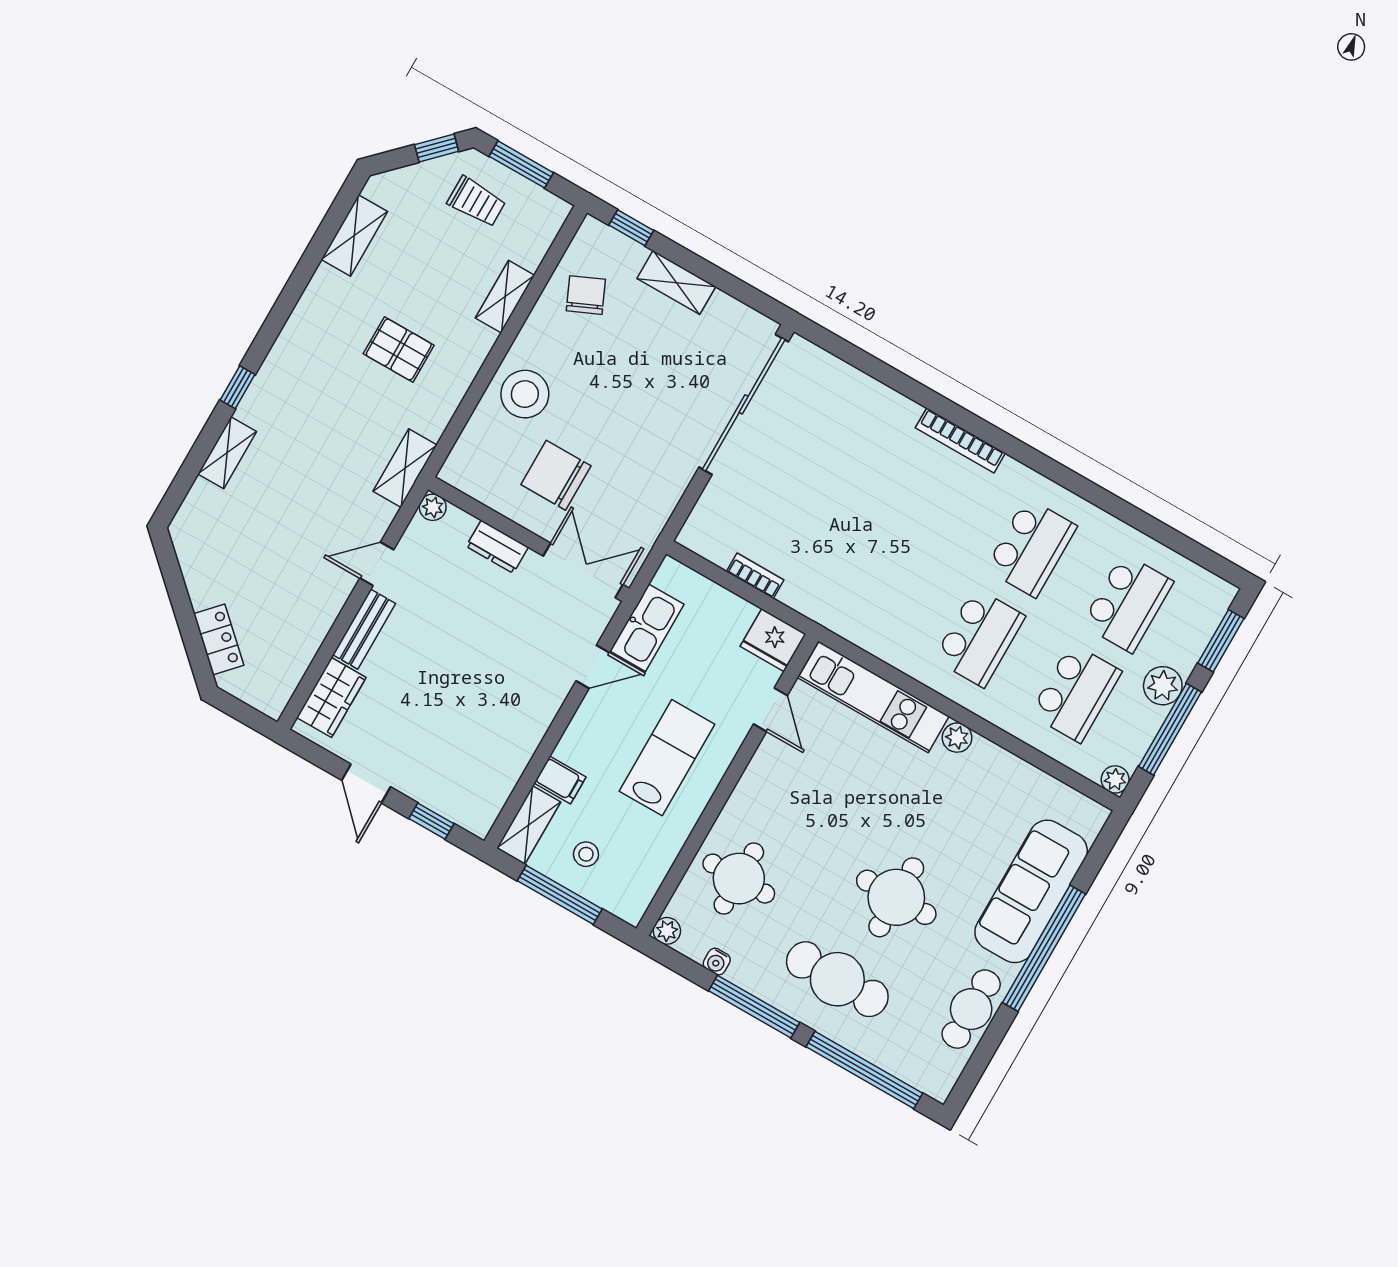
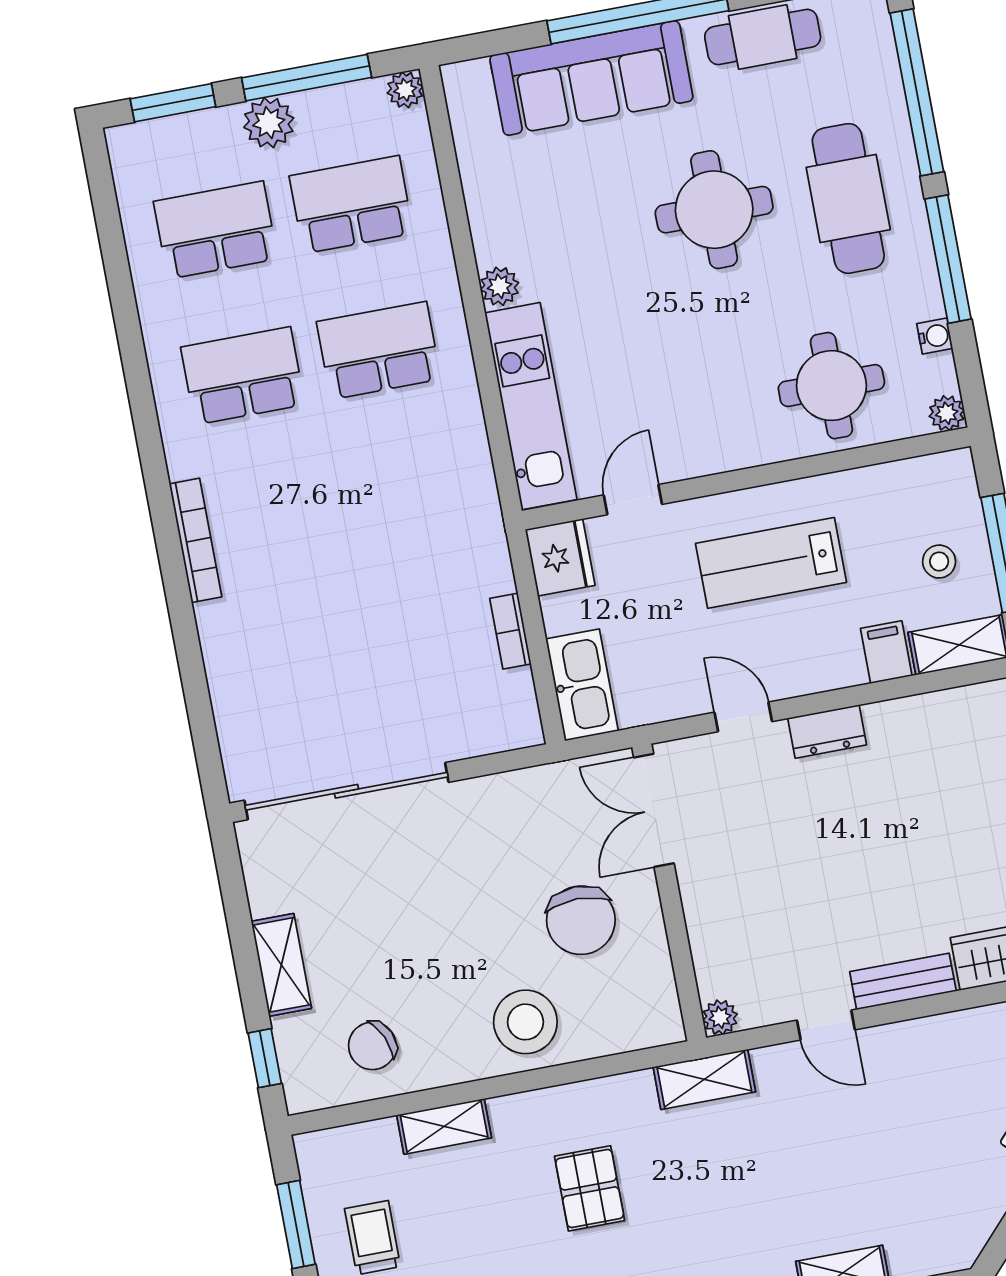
dresser: (497, 547) -> (827, 732), moved, turned 90
kitchen sink: (647, 628) -> (582, 685), moved, turned 90

